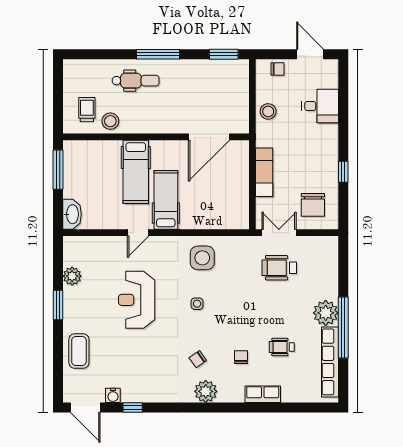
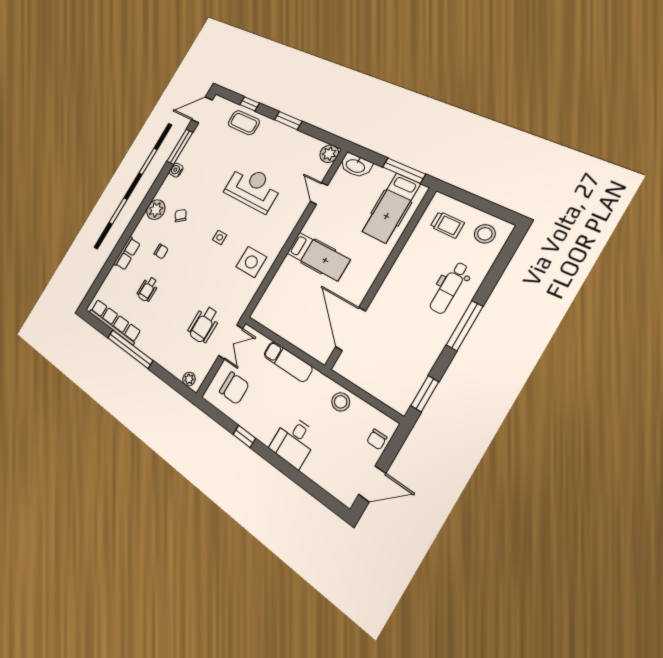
desk: (320, 106) -> (294, 441), moved
stool: (110, 121) -> (485, 234), moved
hospital bed: (136, 172) -> (391, 208), moved, turned -90
chair: (313, 205) -> (234, 388), turned 180
door: (138, 233) -> (319, 193), moved
wheelchair: (279, 268) -> (204, 324), turned 180
plant: (72, 276) -> (329, 154), moved
plant: (326, 313) -> (189, 379), moved, width x0.53, depth x0.53
wheelchair: (282, 347) -> (148, 289), turned 180
window: (58, 357) -> (250, 104), added
water cooler: (113, 395) -> (176, 170), moved
window: (133, 408) -> (180, 147), width x2.17

